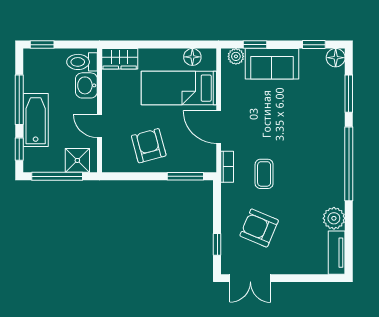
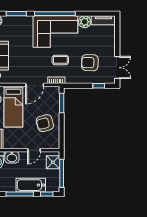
corner sofa: (316, 165) -> (55, 32), added
armchair: (259, 228) -> (90, 63), turned 69

